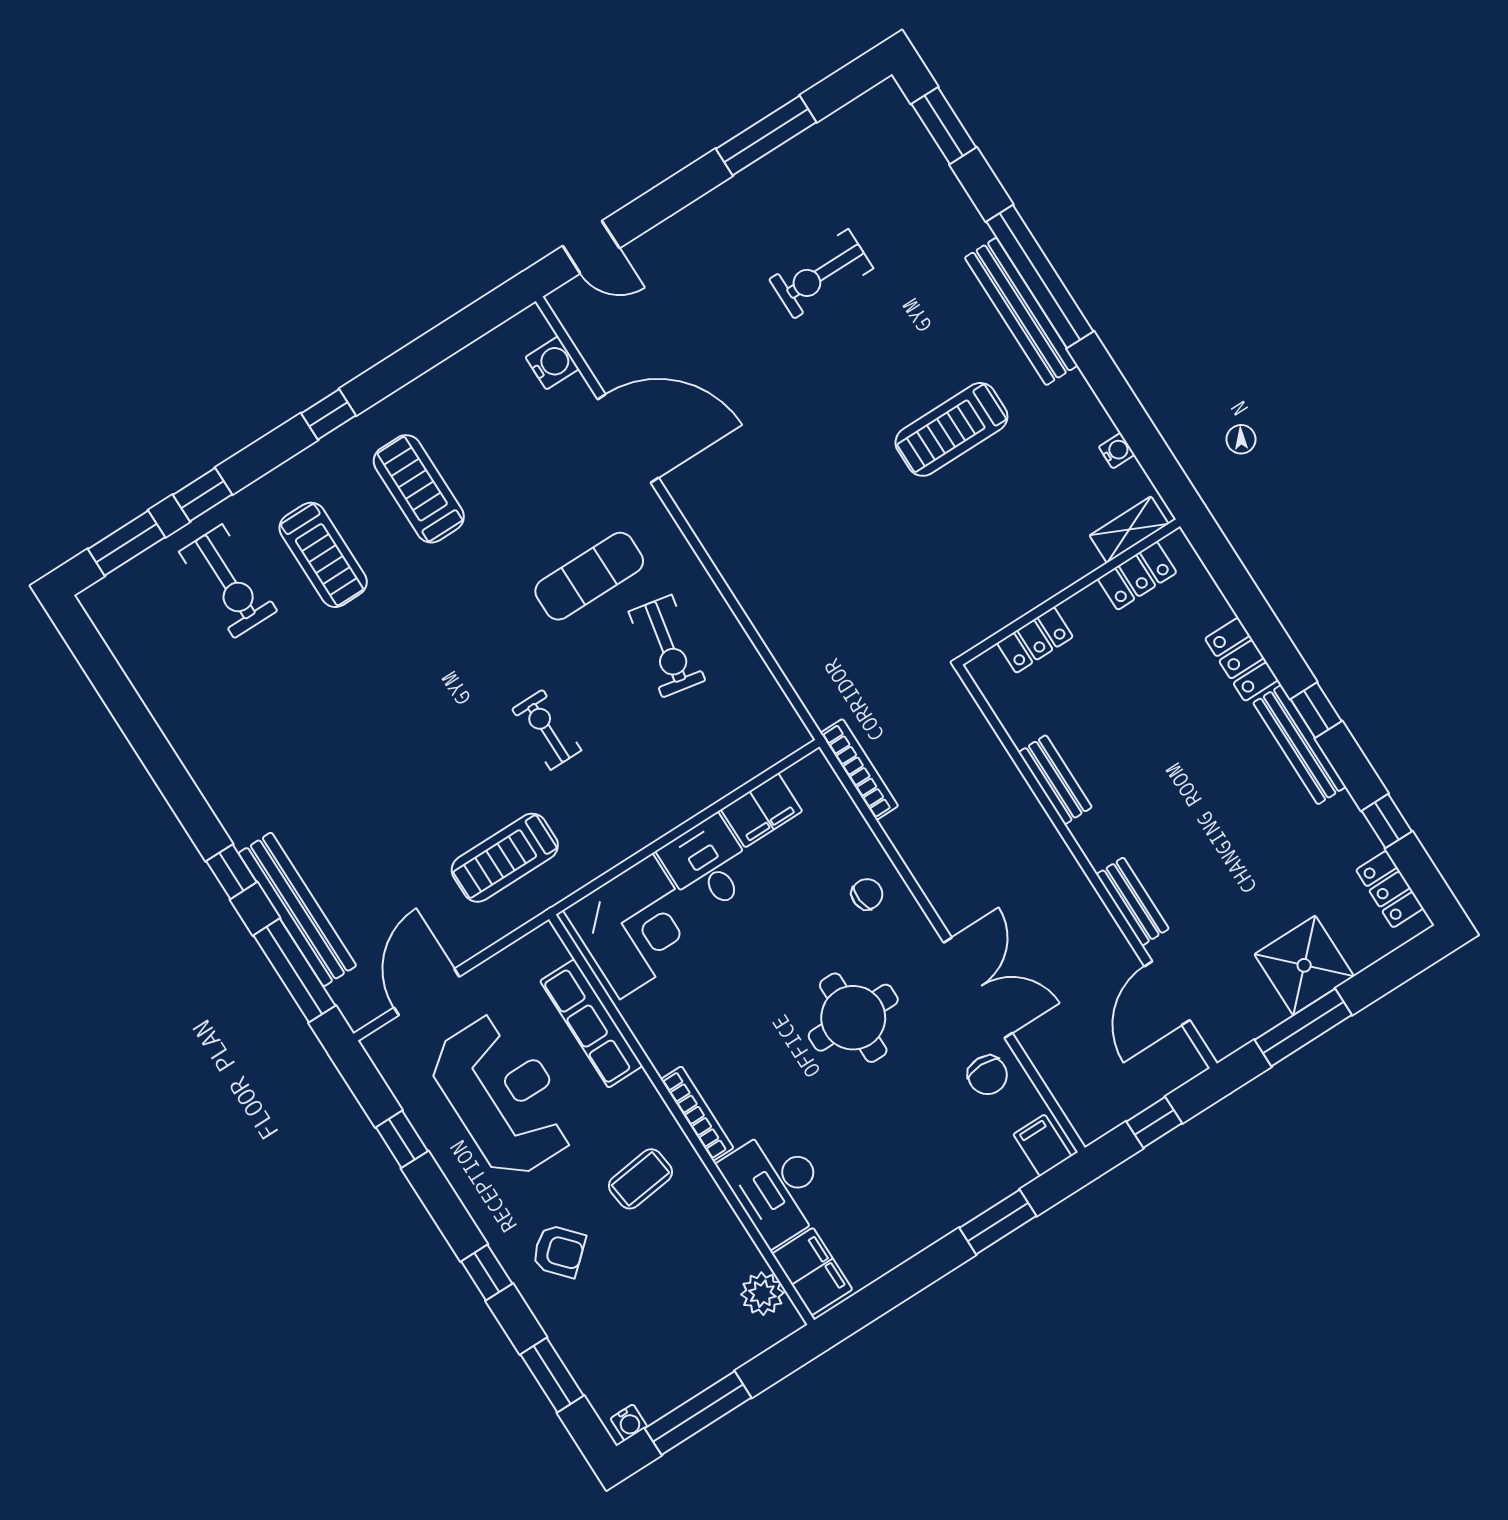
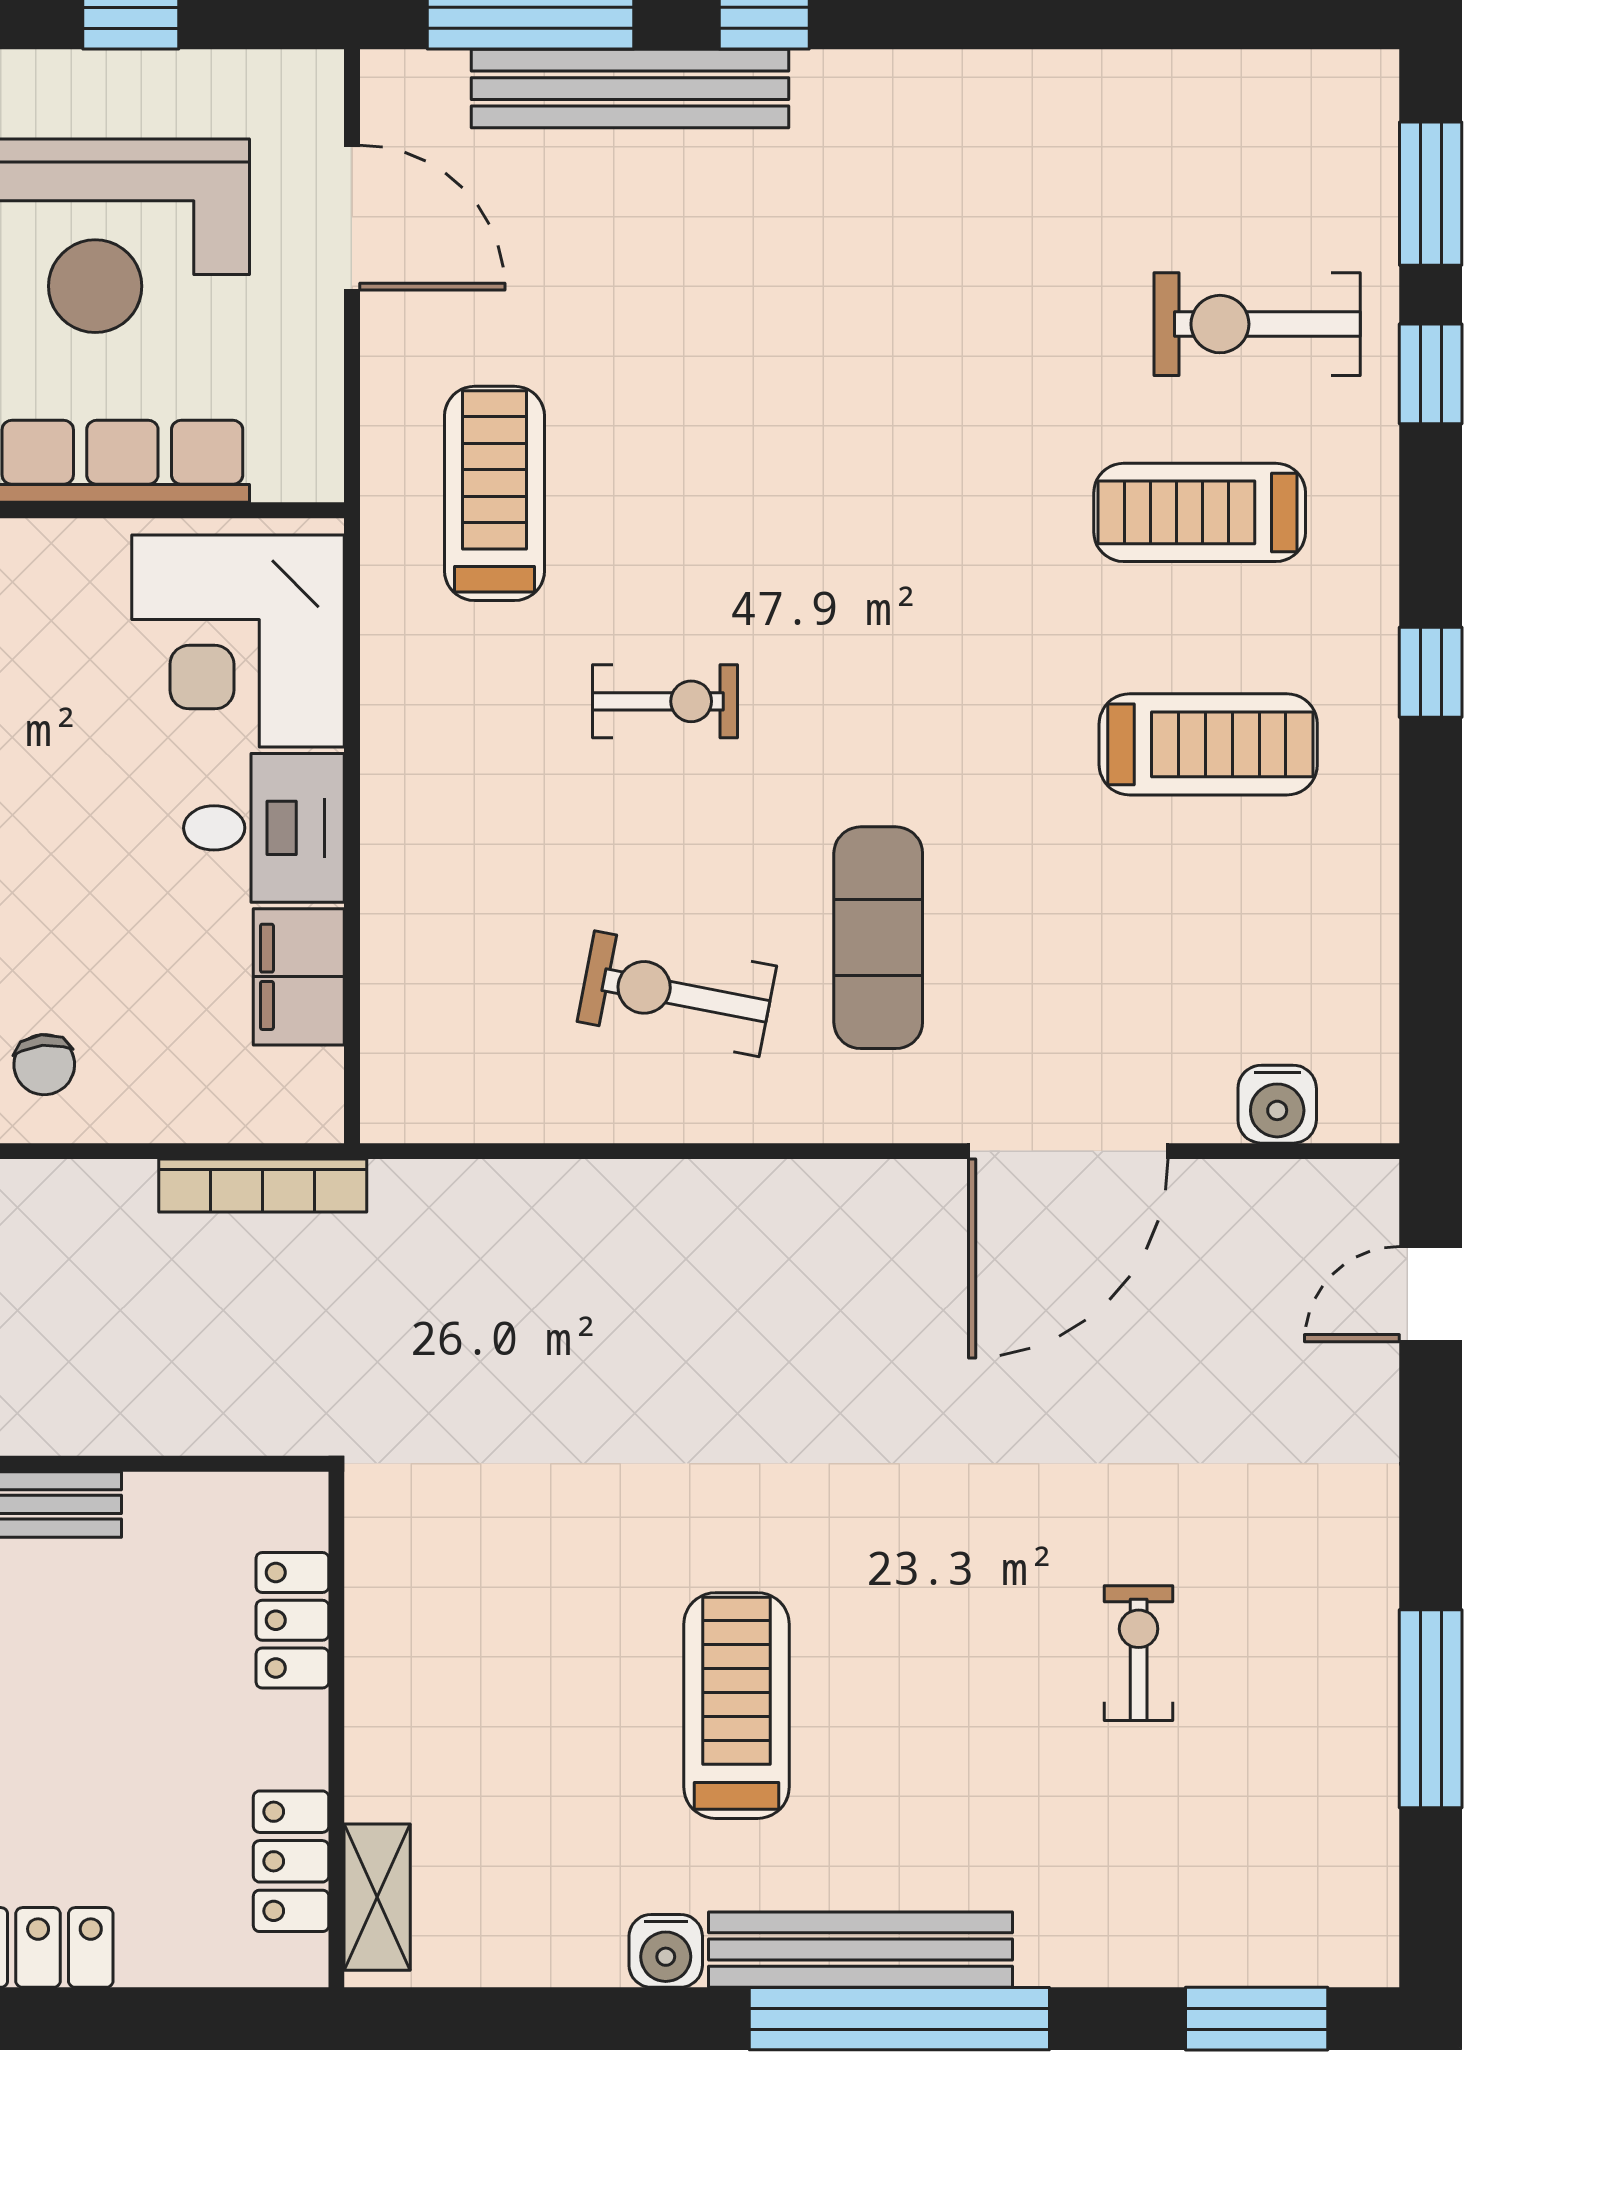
exercise bike: (821, 274) -> (1139, 1653), width x0.73, depth x0.72
water cooler: (1117, 451) -> (666, 1951), moved, width x1.38, depth x1.38

